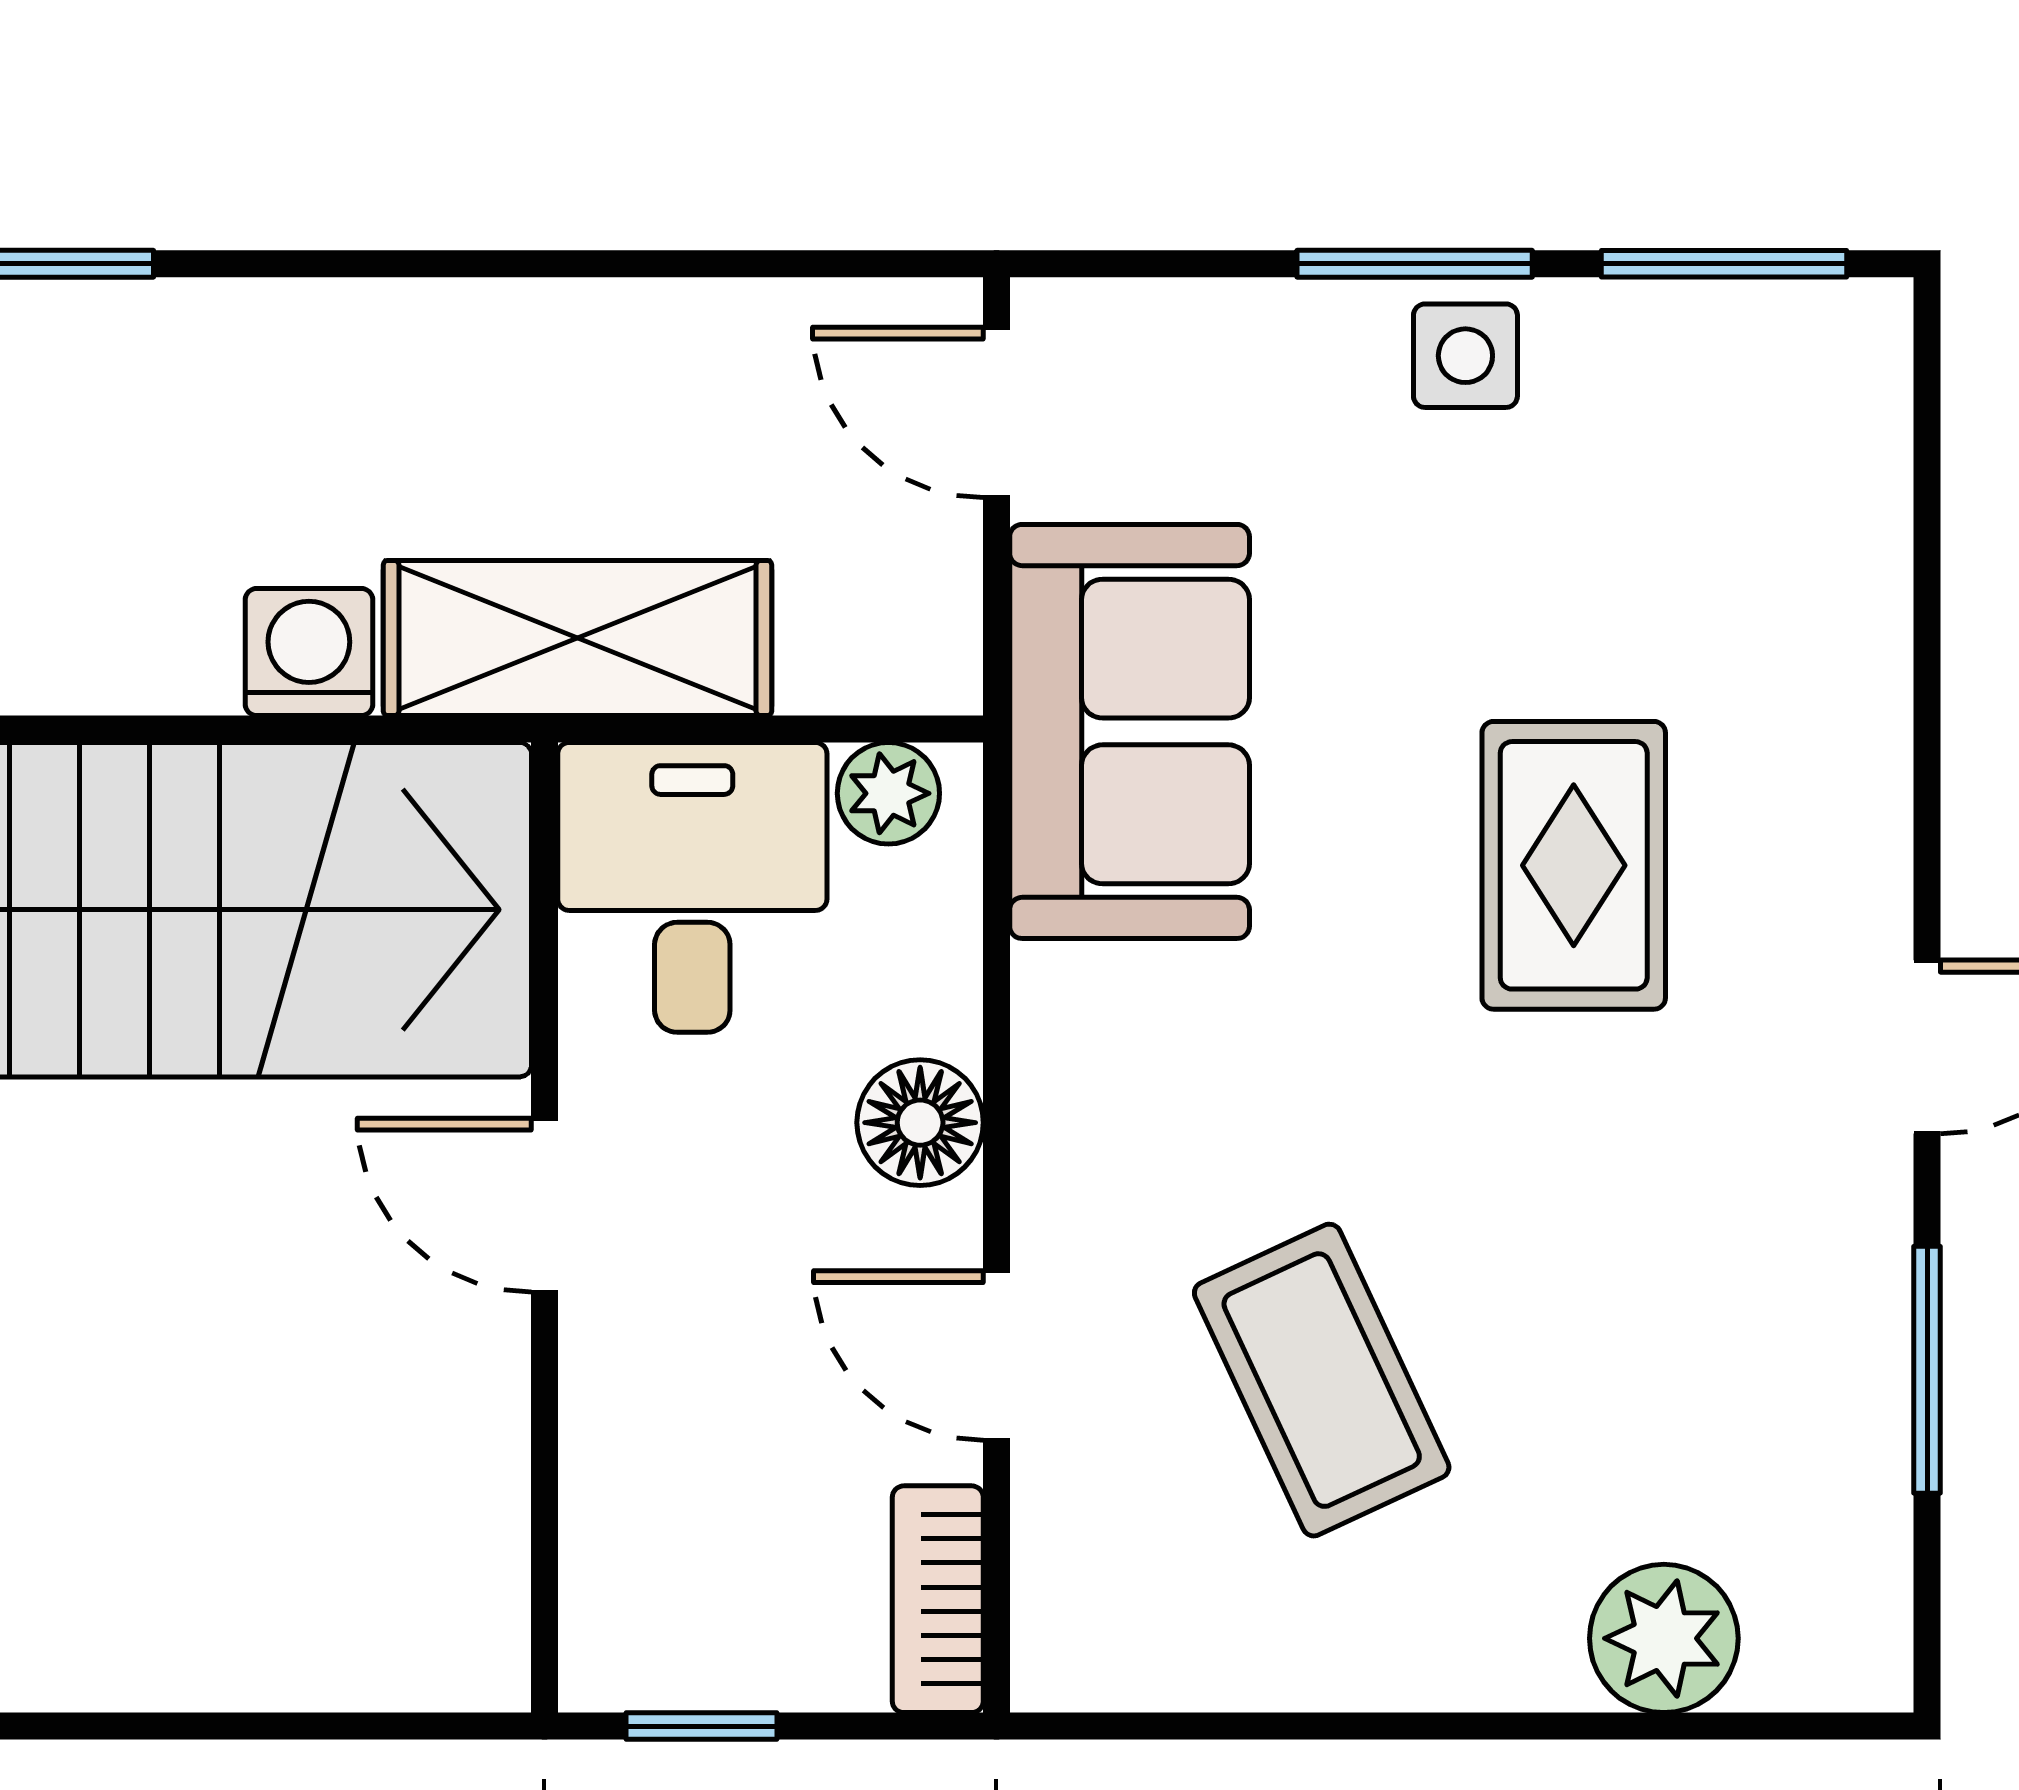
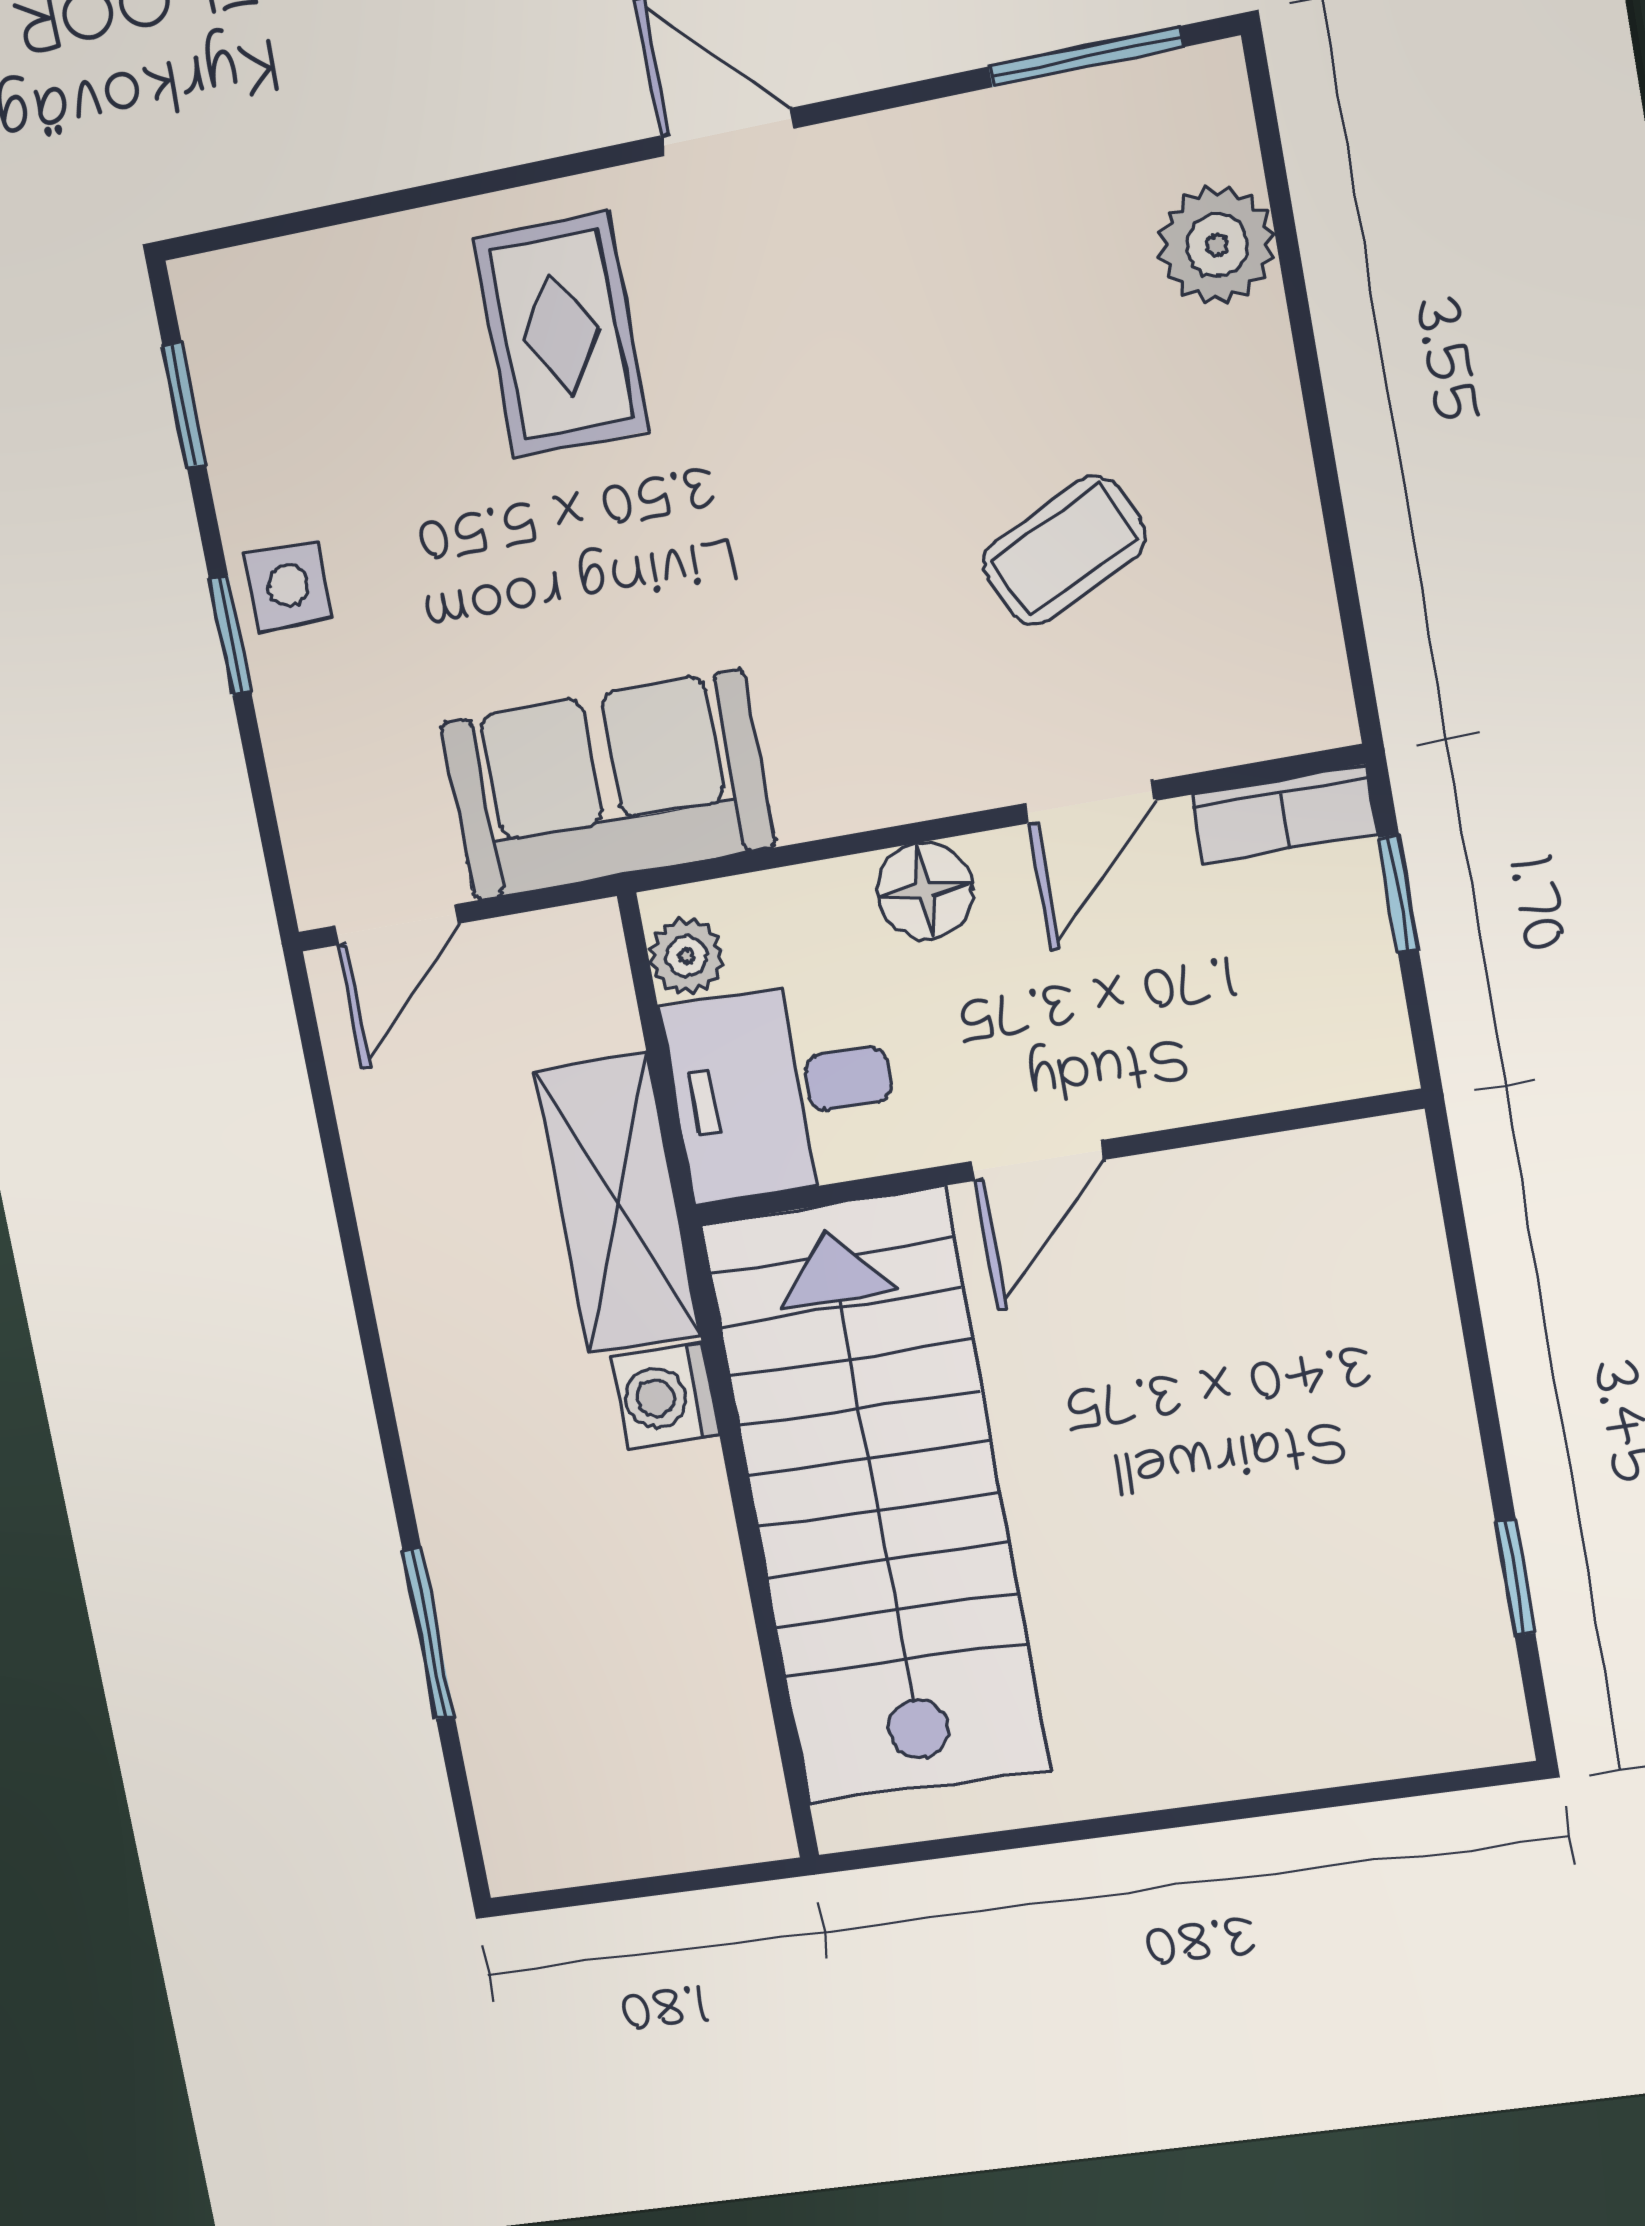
window: (1415, 264) -> (230, 636), width x0.67
window: (1724, 264) -> (184, 405), width x0.67
rug: (1574, 865) -> (561, 335), moved, turned 90
window: (1927, 1370) -> (1086, 57), moved
coffee table: (1322, 1380) -> (1064, 550), width x0.73, depth x0.77
window: (702, 1726) -> (1398, 894), moved

